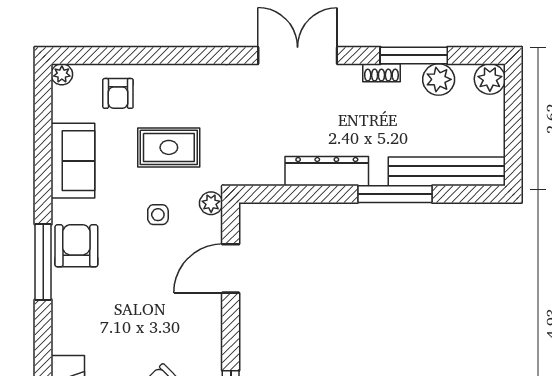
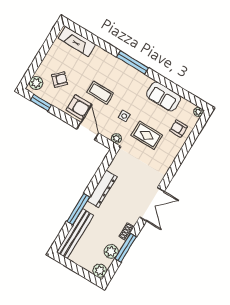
rug: (169, 147) -> (147, 135), turned 90
armchair: (76, 246) -> (79, 107), moved
coffee table: (141, 289) -> (100, 93), added

